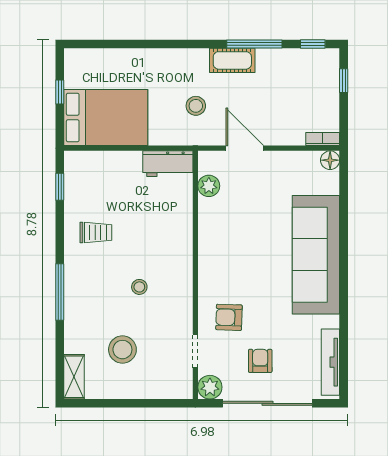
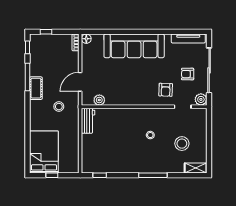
bed: (106, 117) -> (44, 152), moved
trolley: (96, 232) -> (123, 157), removed

